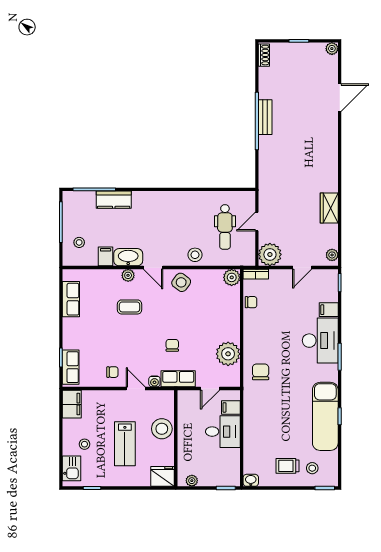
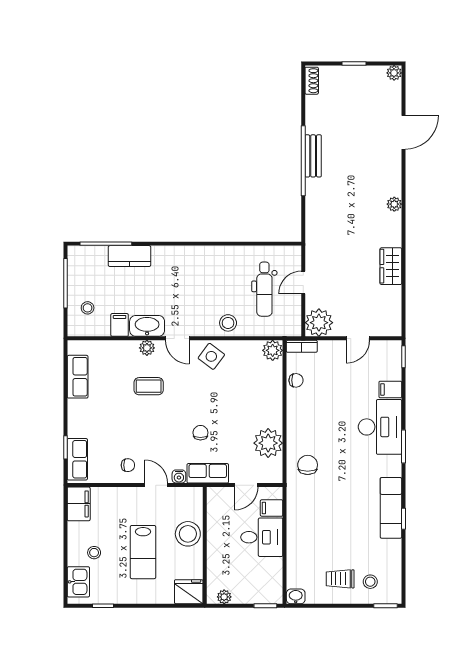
plant: (332, 255) -> (394, 204), moved
exam couch: (325, 416) -> (391, 508), width x0.73, depth x0.69

